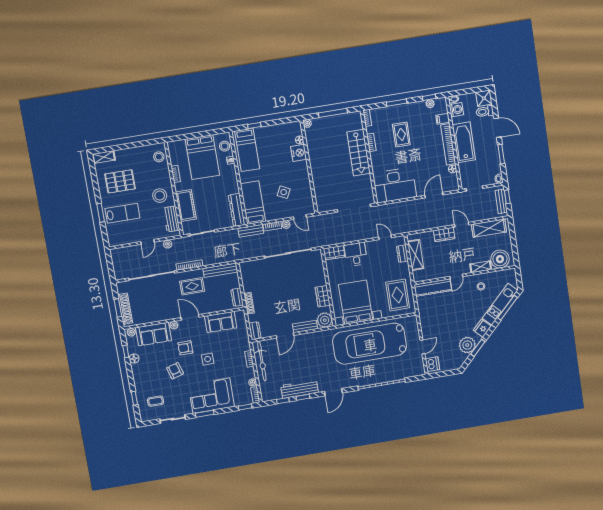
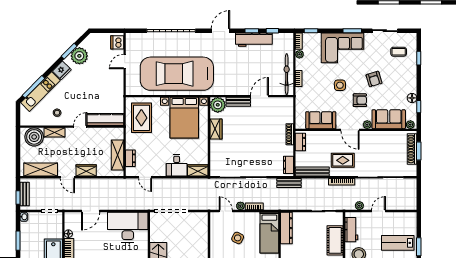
bench: (251, 231) -> (289, 183), moved
dresser: (255, 331) -> (288, 165), moved
car: (370, 344) -> (177, 74), turned 180

